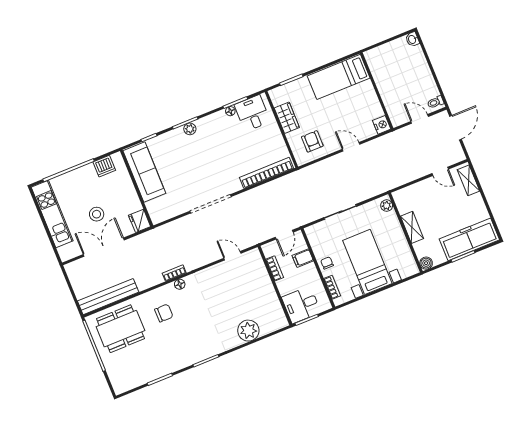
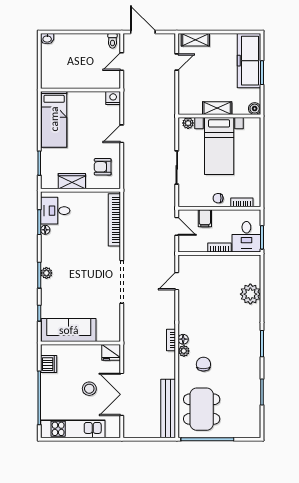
bed with nightstands: (367, 262) -> (219, 146), moved, turned -90
bookcase: (275, 268) -> (219, 248), moved
plant: (169, 289) -> (184, 351), added

